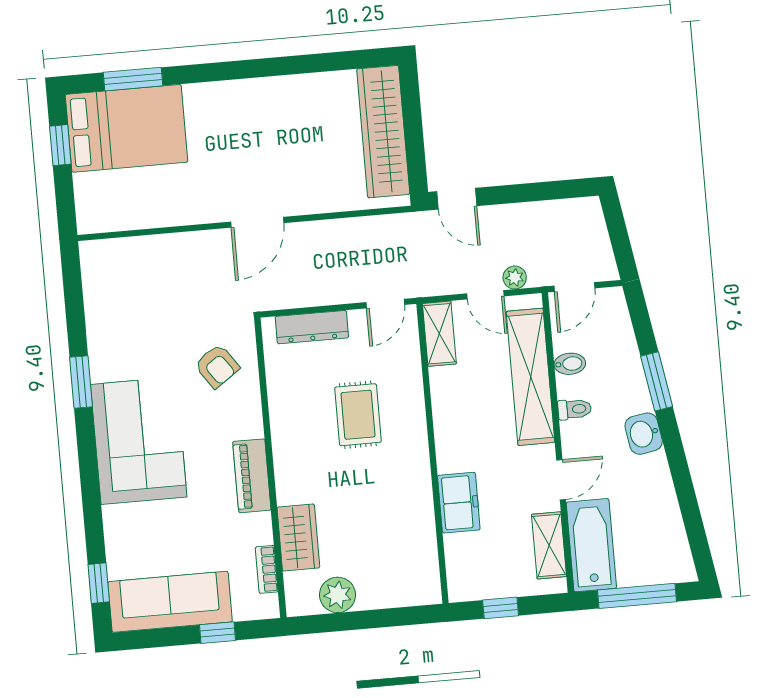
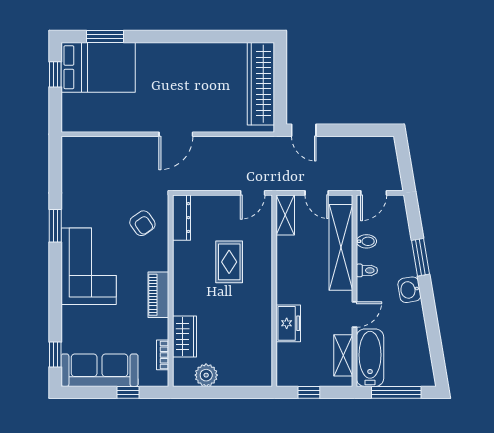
plant: (515, 278) -> (336, 184), removed
dresser: (312, 327) -> (181, 218), moved, turned -90

